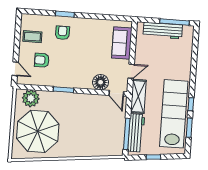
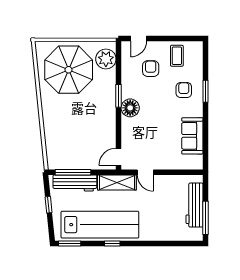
armchair: (62, 33) -> (184, 90), turned -90
sofa: (122, 43) -> (192, 136), moved, turned -90
floor lamp: (101, 82) -> (130, 108), moved
window: (189, 128) -> (70, 244), moved

